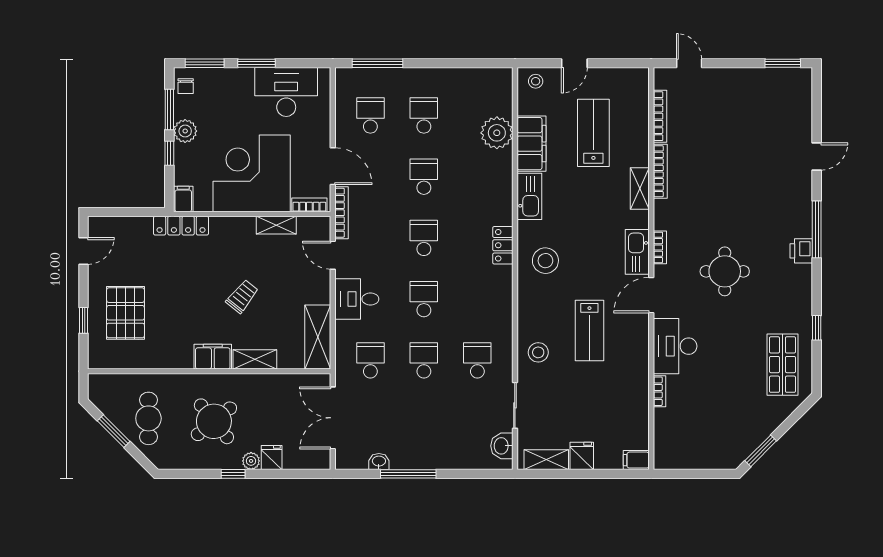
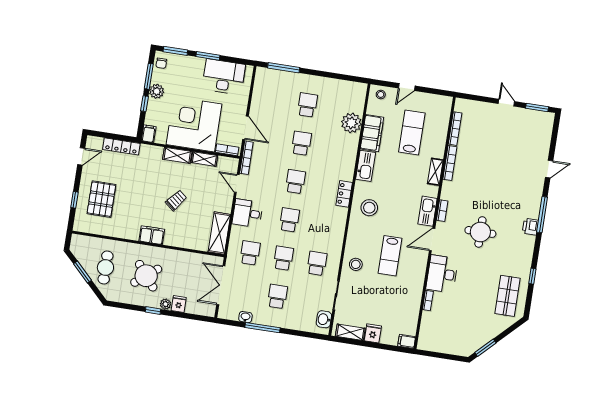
door: (689, 63) -> (506, 103), moved
school desk: (370, 116) -> (277, 296), moved
locker: (181, 226) -> (121, 146), moved
shelving: (255, 359) -> (177, 155), moved

